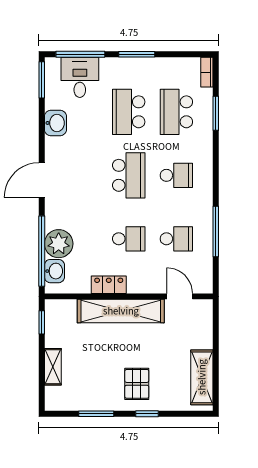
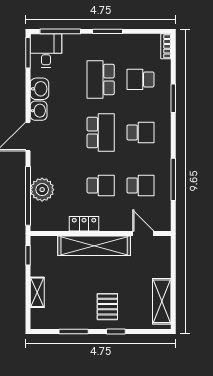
desk: (80, 77) -> (46, 51), moved
school desk: (176, 112) -> (140, 79), width x0.54
window: (216, 113) -> (173, 98), moved
washbasin: (54, 271) -> (39, 111), moved

